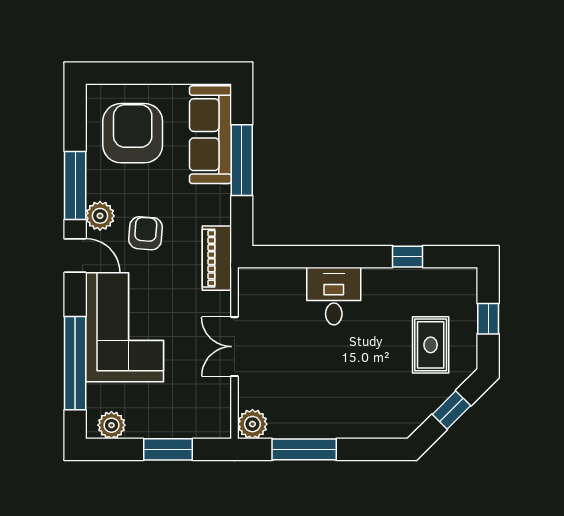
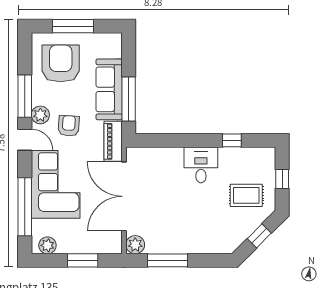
window: (153, 73) -> (73, 26), added
sofa: (210, 135) -> (109, 89), moved
window: (242, 160) -> (129, 99), moved
desk: (334, 296) -> (201, 165), moved
rug: (431, 345) -> (246, 195), turned 90
double door: (234, 347) -> (124, 196), width x1.87

